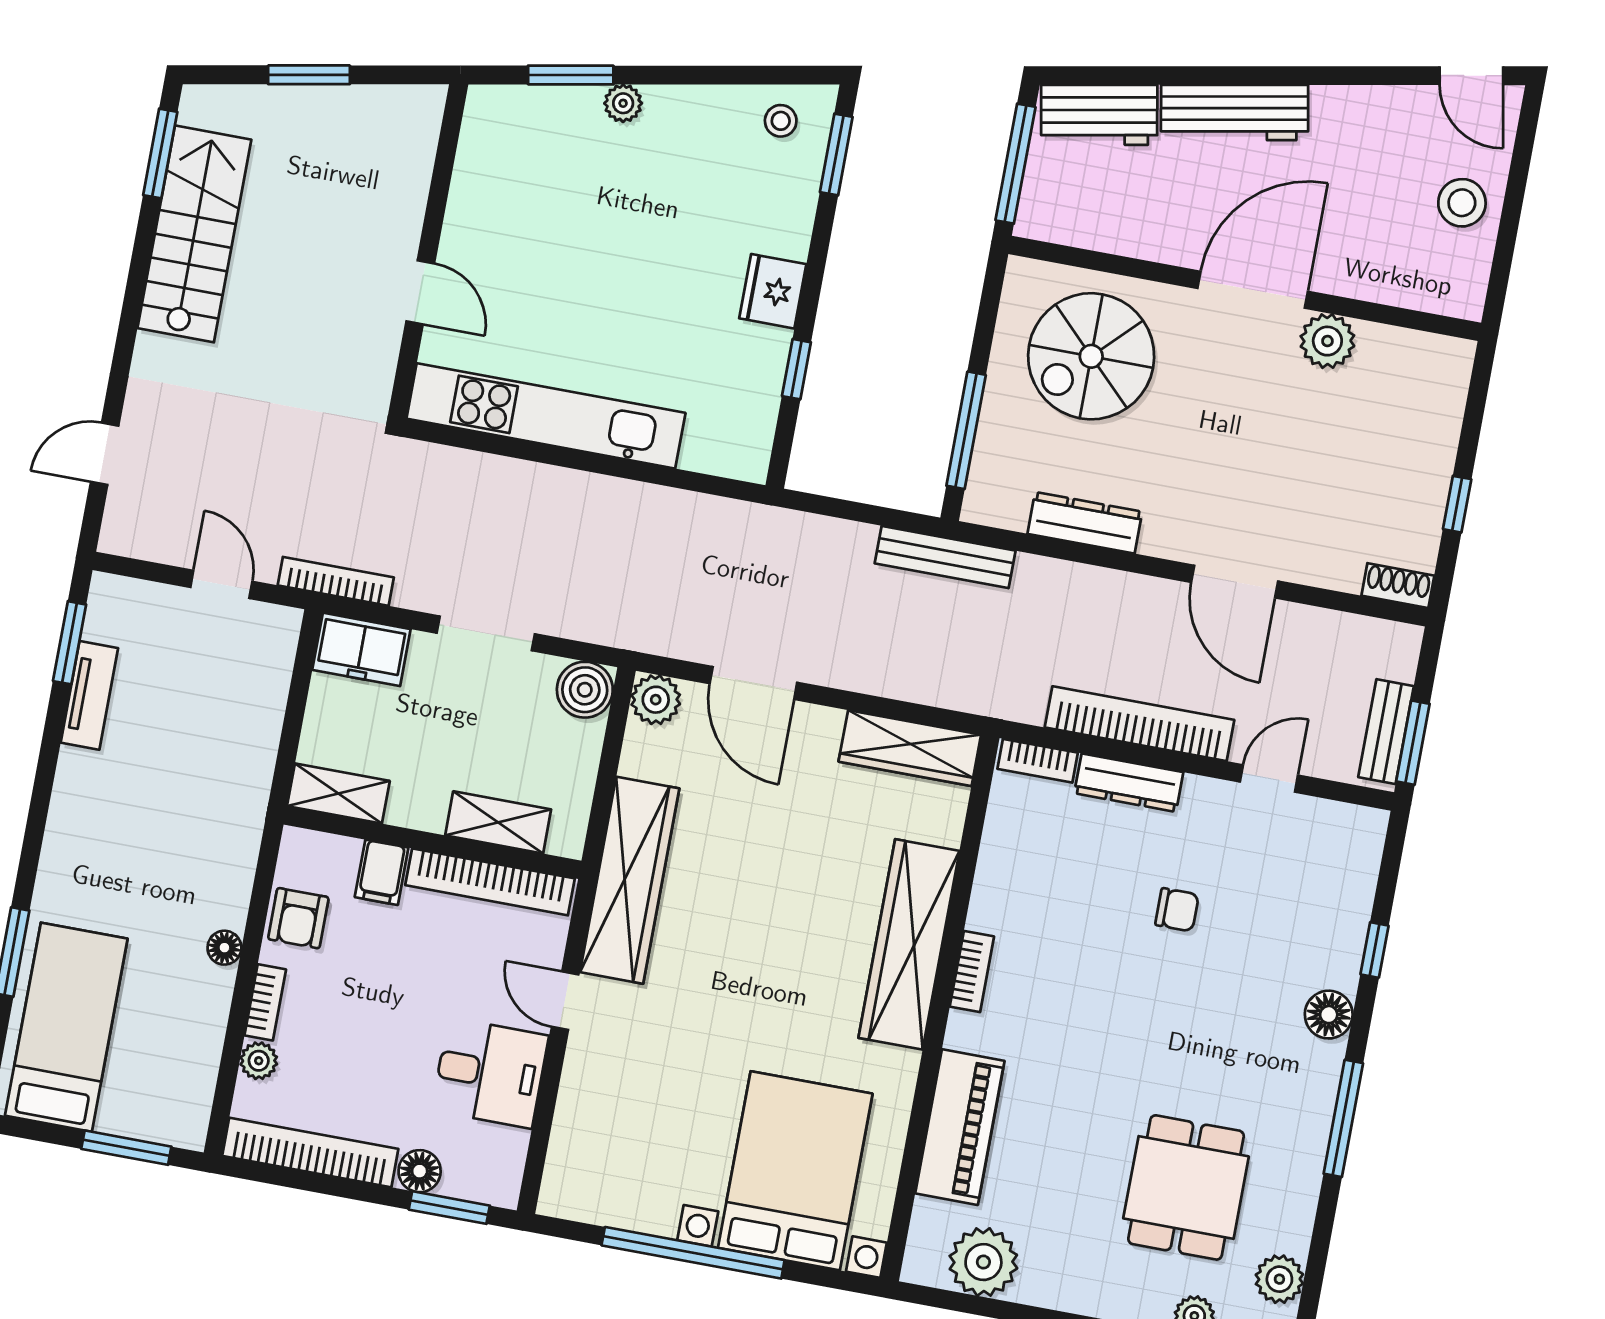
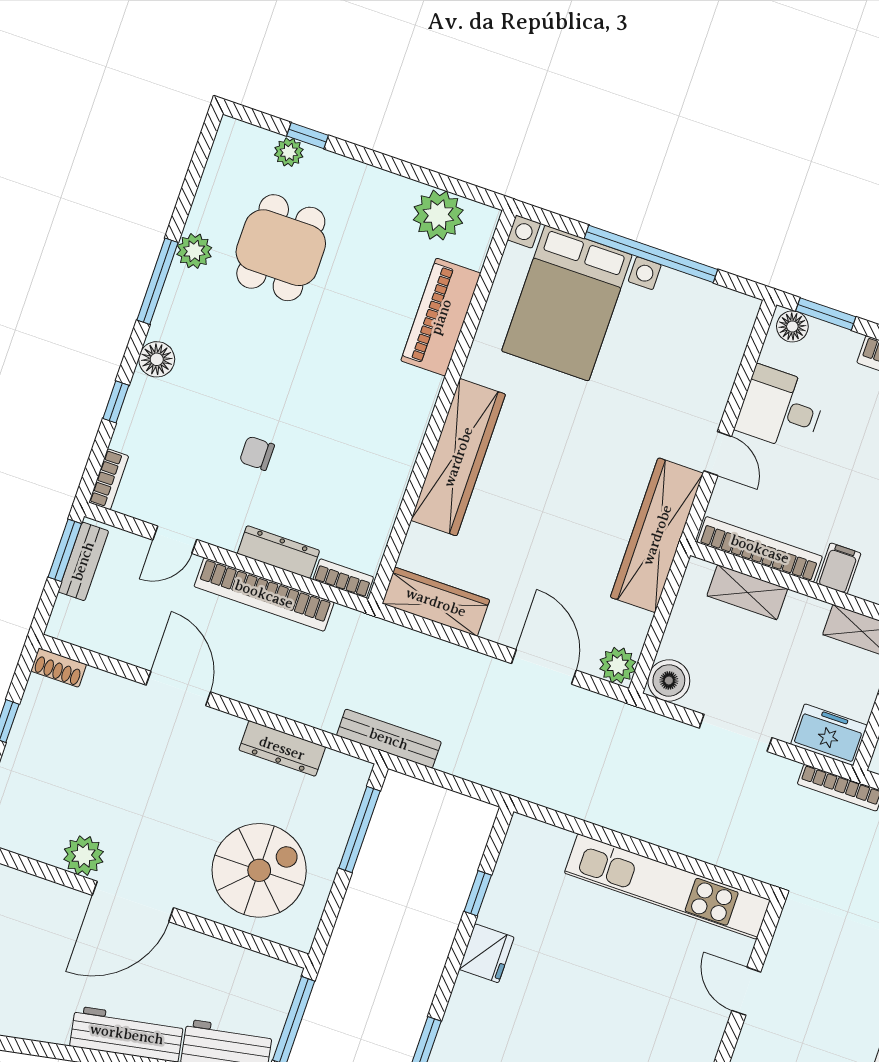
bookcase: (972, 972) -> (109, 479), moved, turned 180
floor lamp: (420, 1171) -> (792, 326), moved
plant: (1279, 1279) -> (194, 251), moved

